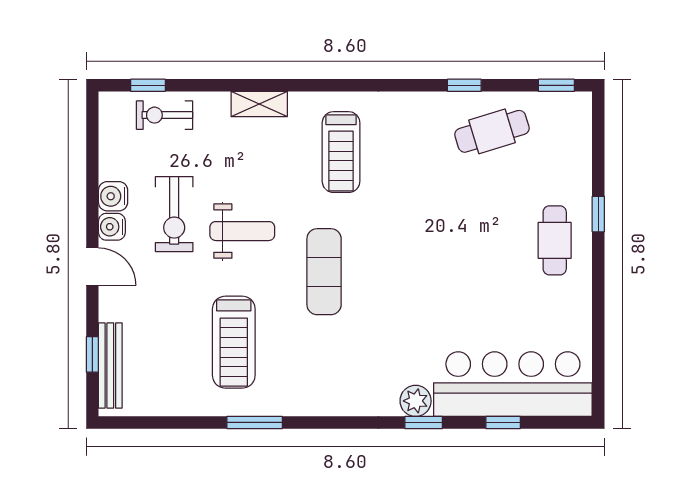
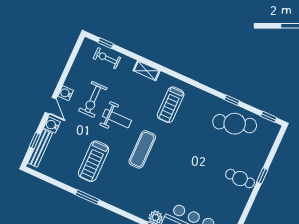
cafe table: (492, 131) -> (235, 124), width x1.37, depth x1.35
water cooler: (113, 196) -> (52, 125), moved
cafe table: (555, 240) -> (240, 179), turned 90

